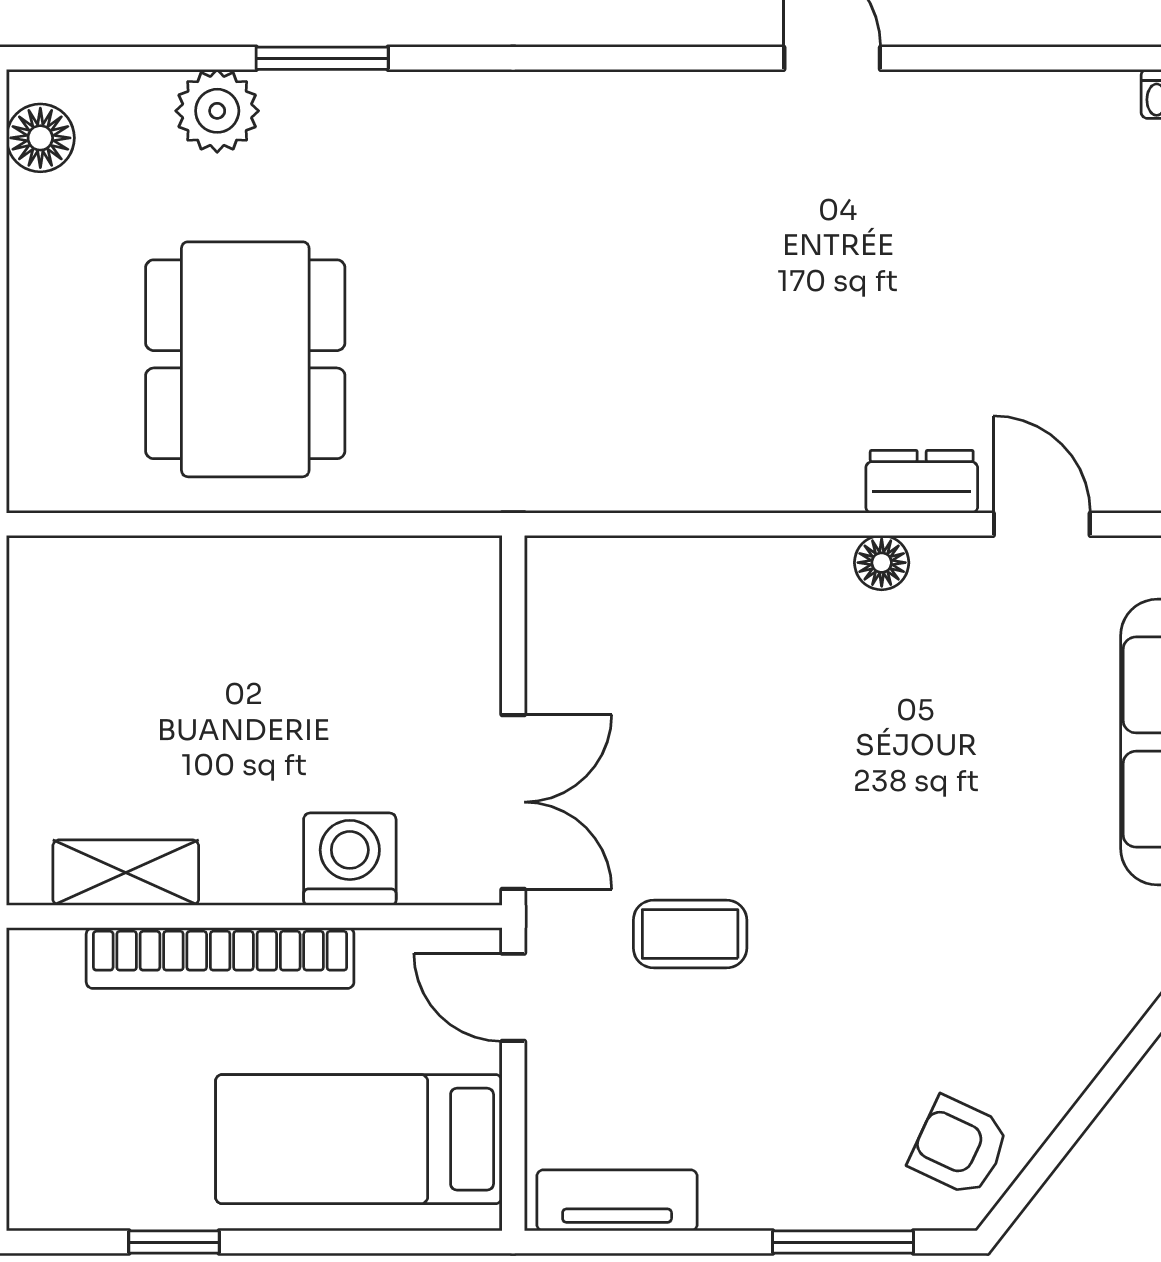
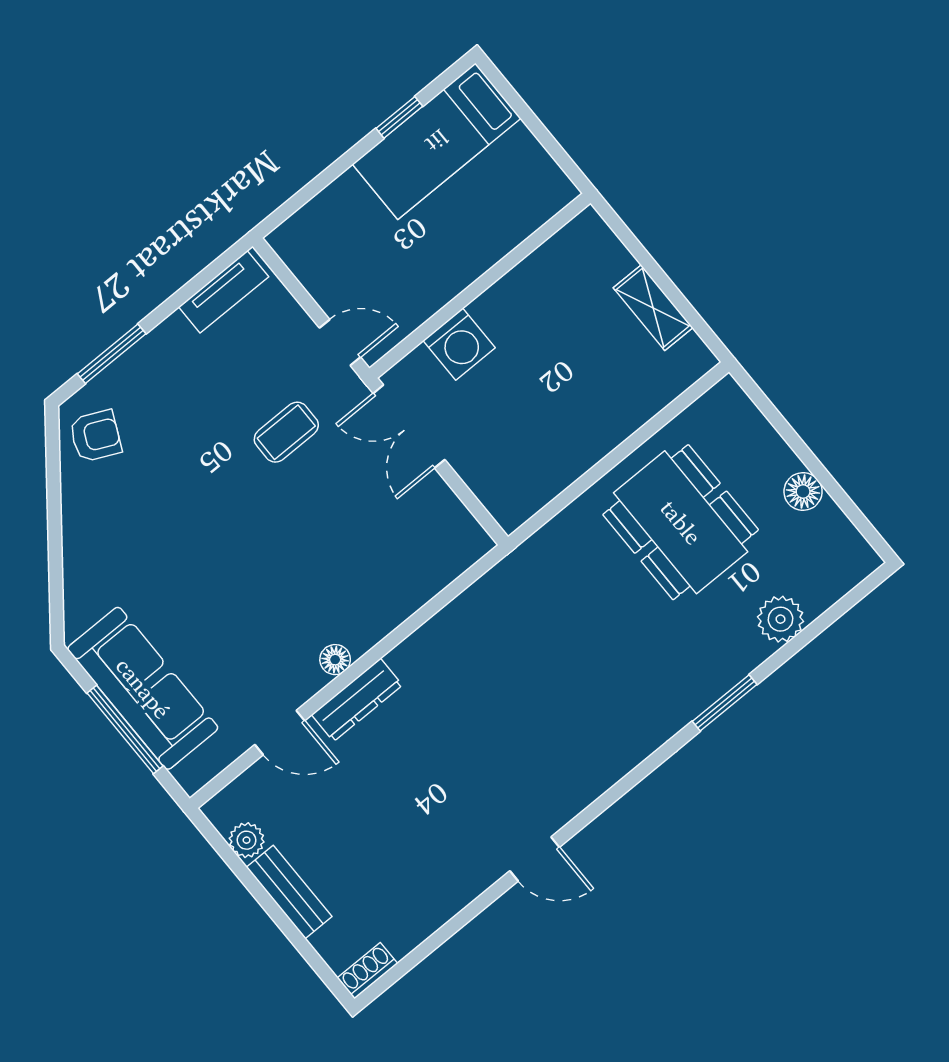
window: (322, 58) -> (725, 703), moved
floor lamp: (40, 138) -> (803, 492), moved
dresser: (922, 482) -> (357, 700), width x1.44
shelving: (126, 873) -> (653, 308), moved, turned 90
bookcase: (220, 958) -> (480, 256), removed
bed: (359, 1139) -> (437, 141), moved, turned 180

